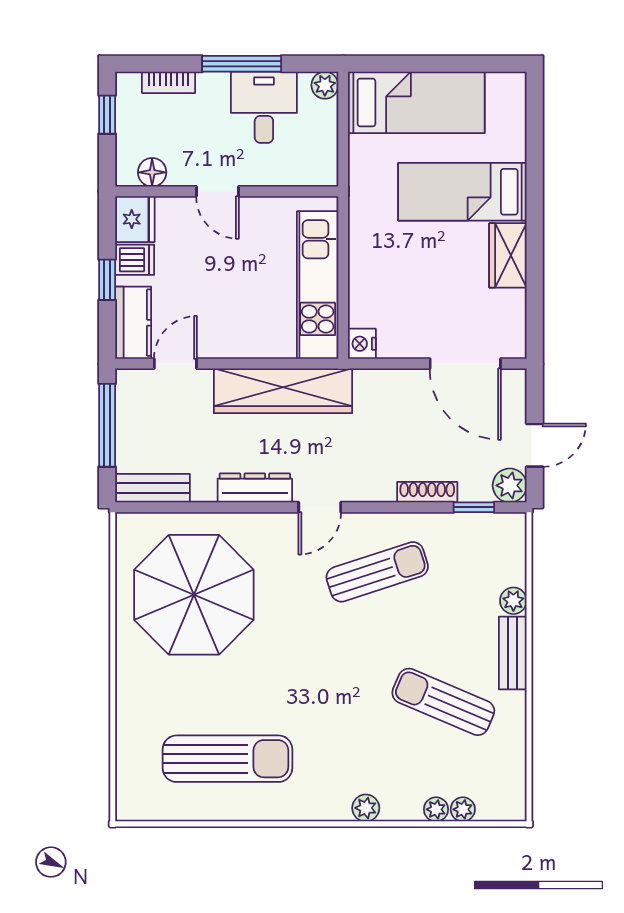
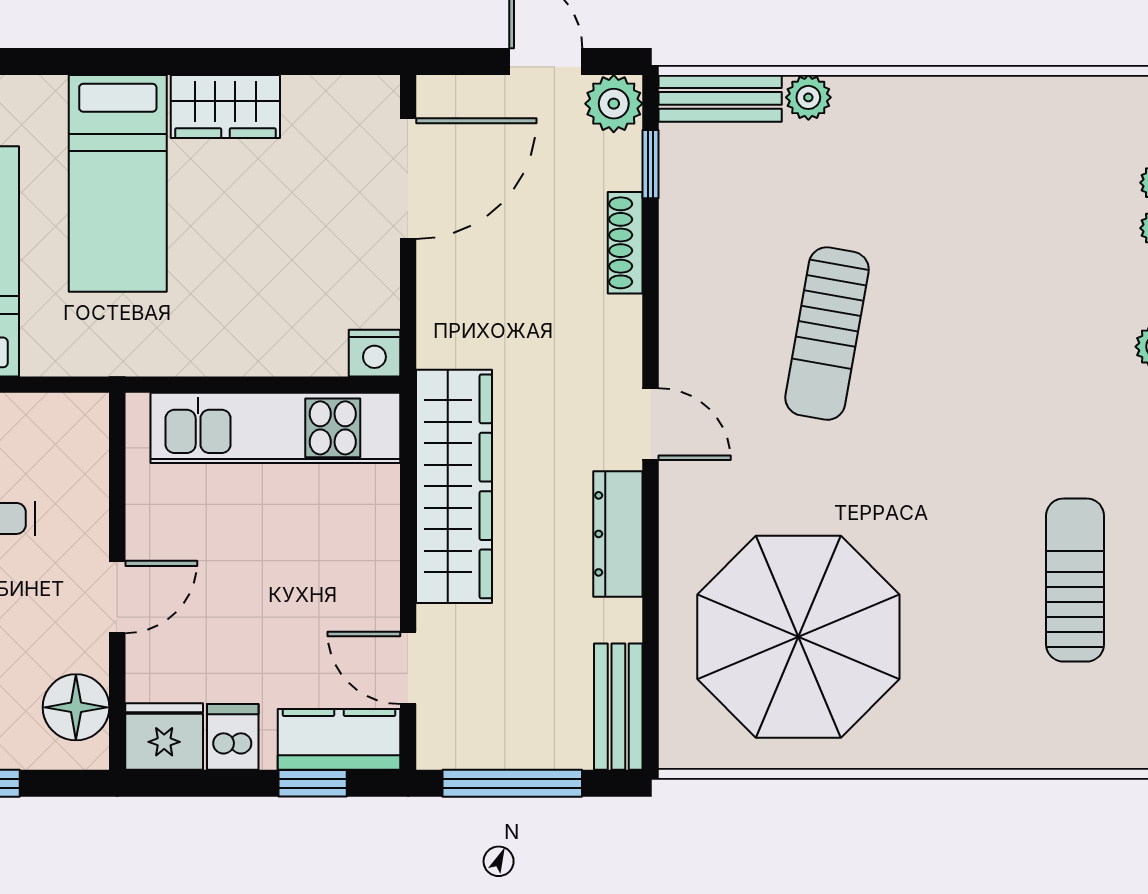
floor lamp: (152, 172) -> (76, 707), width x1.38, depth x1.38
window: (107, 280) -> (313, 783), moved
sun lounger: (377, 572) -> (827, 334), moved, turned -152
bench: (513, 653) -> (720, 98), moved
sun lounger: (443, 702) -> (979, 216), removed
sun lounger: (227, 759) -> (1075, 580), width x0.73, depth x0.75

